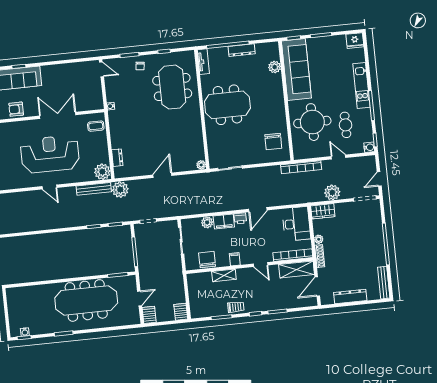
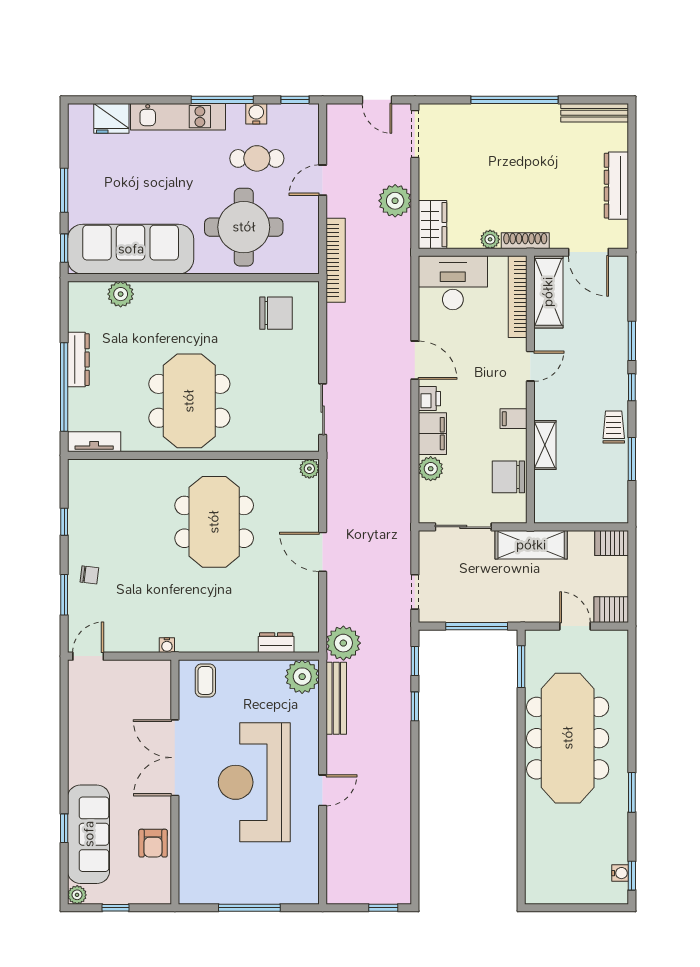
fridge: (355, 41) -> (111, 118), moved, turned 90
meeting table: (172, 87) -> (214, 522), moved, turned 90
water cooler: (369, 147) -> (256, 114), moved
shelving: (176, 274) -> (531, 545), added

